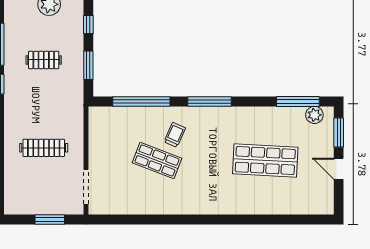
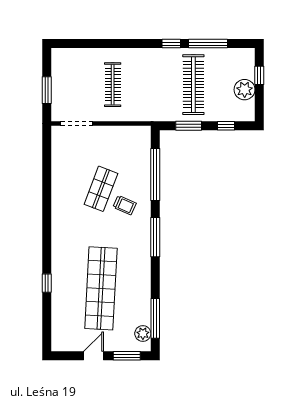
clothes rail: (44, 60) -> (193, 85), width x1.86, depth x1.31
shop shelf: (265, 161) -> (101, 288), width x1.40
window: (260, 220) -> (47, 283), added

